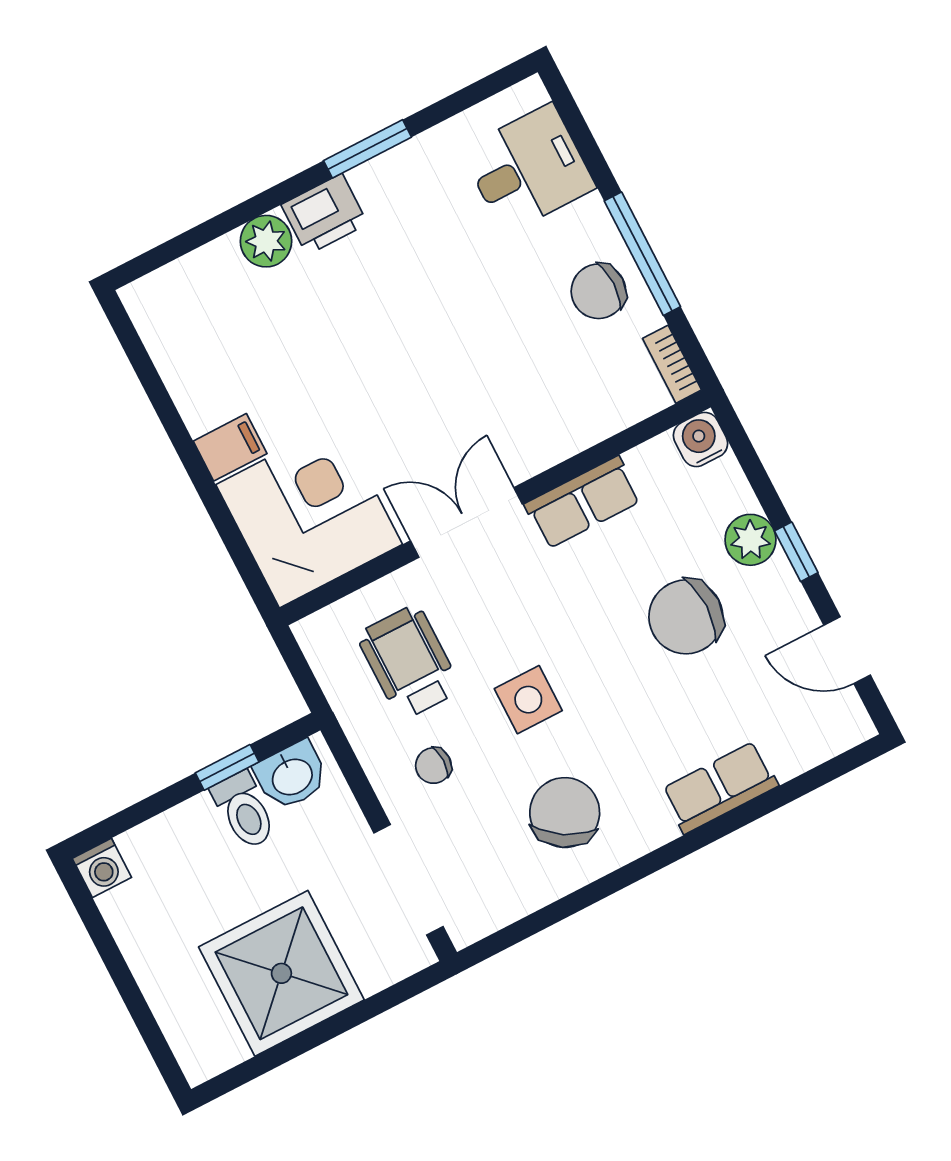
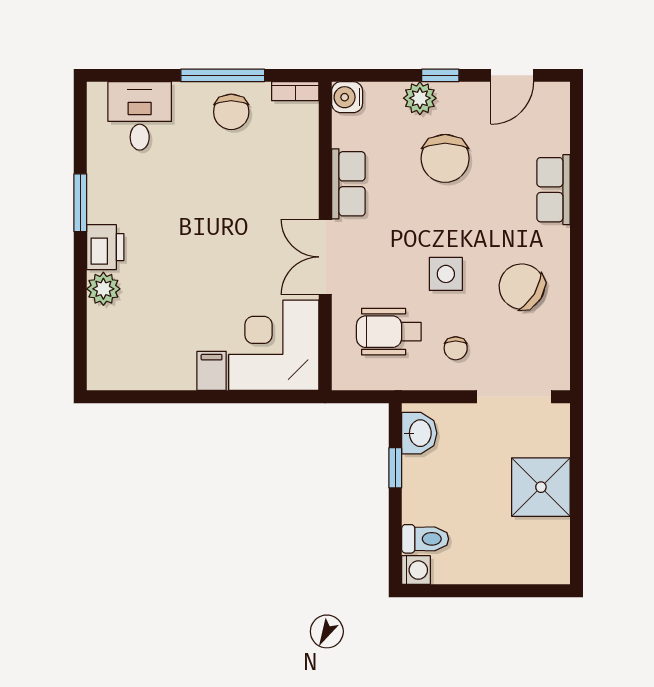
toilet: (244, 810) -> (425, 539), moved
shower: (281, 973) -> (541, 487), width x0.73, depth x0.73

